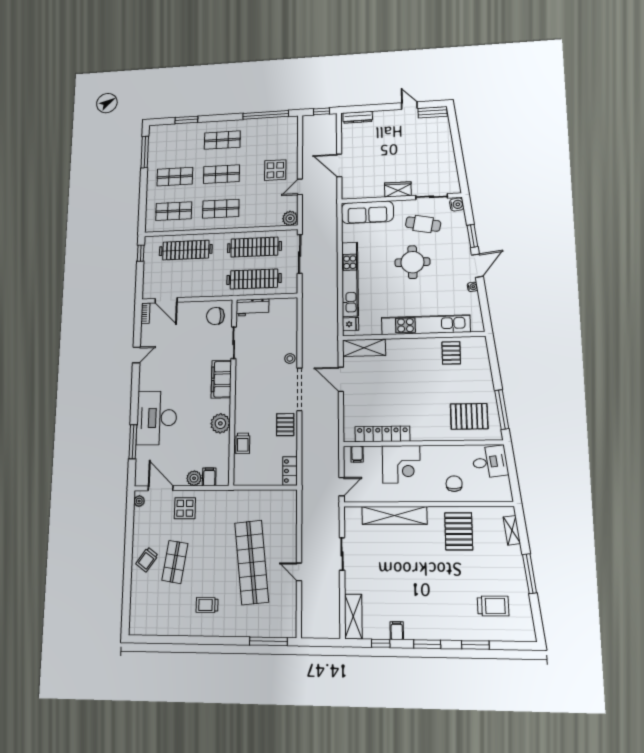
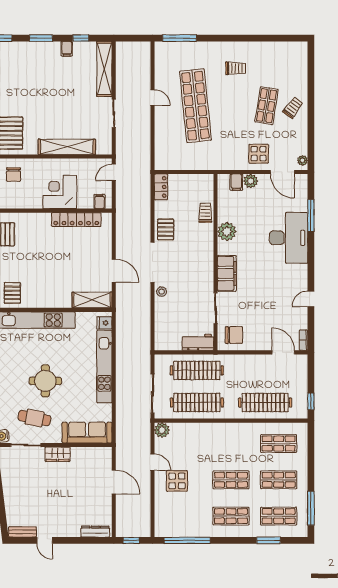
door: (300, 187) -> (152, 462), hinge flipped
shop shelf: (221, 209) -> (279, 516), moved
shelving: (353, 616) -> (104, 69), width x1.47

